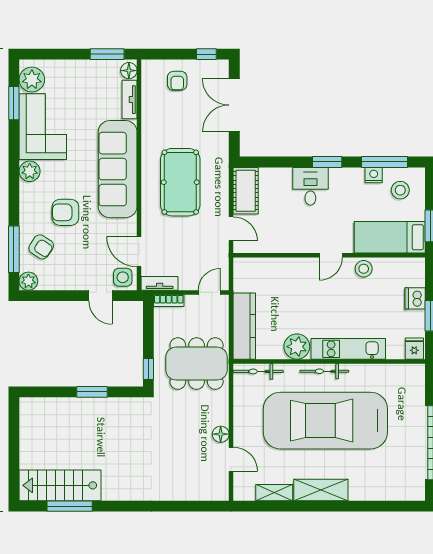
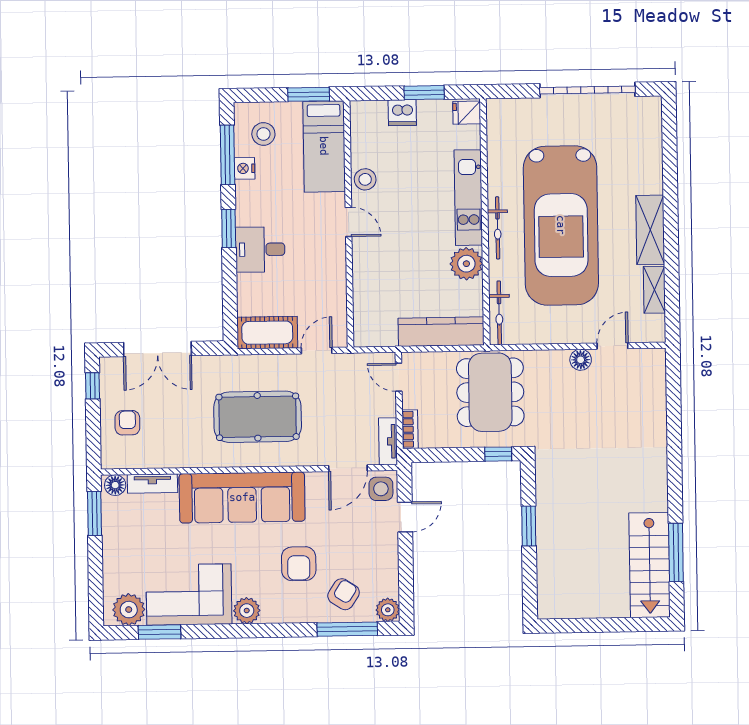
armchair: (177, 81) -> (127, 423), turned -90

